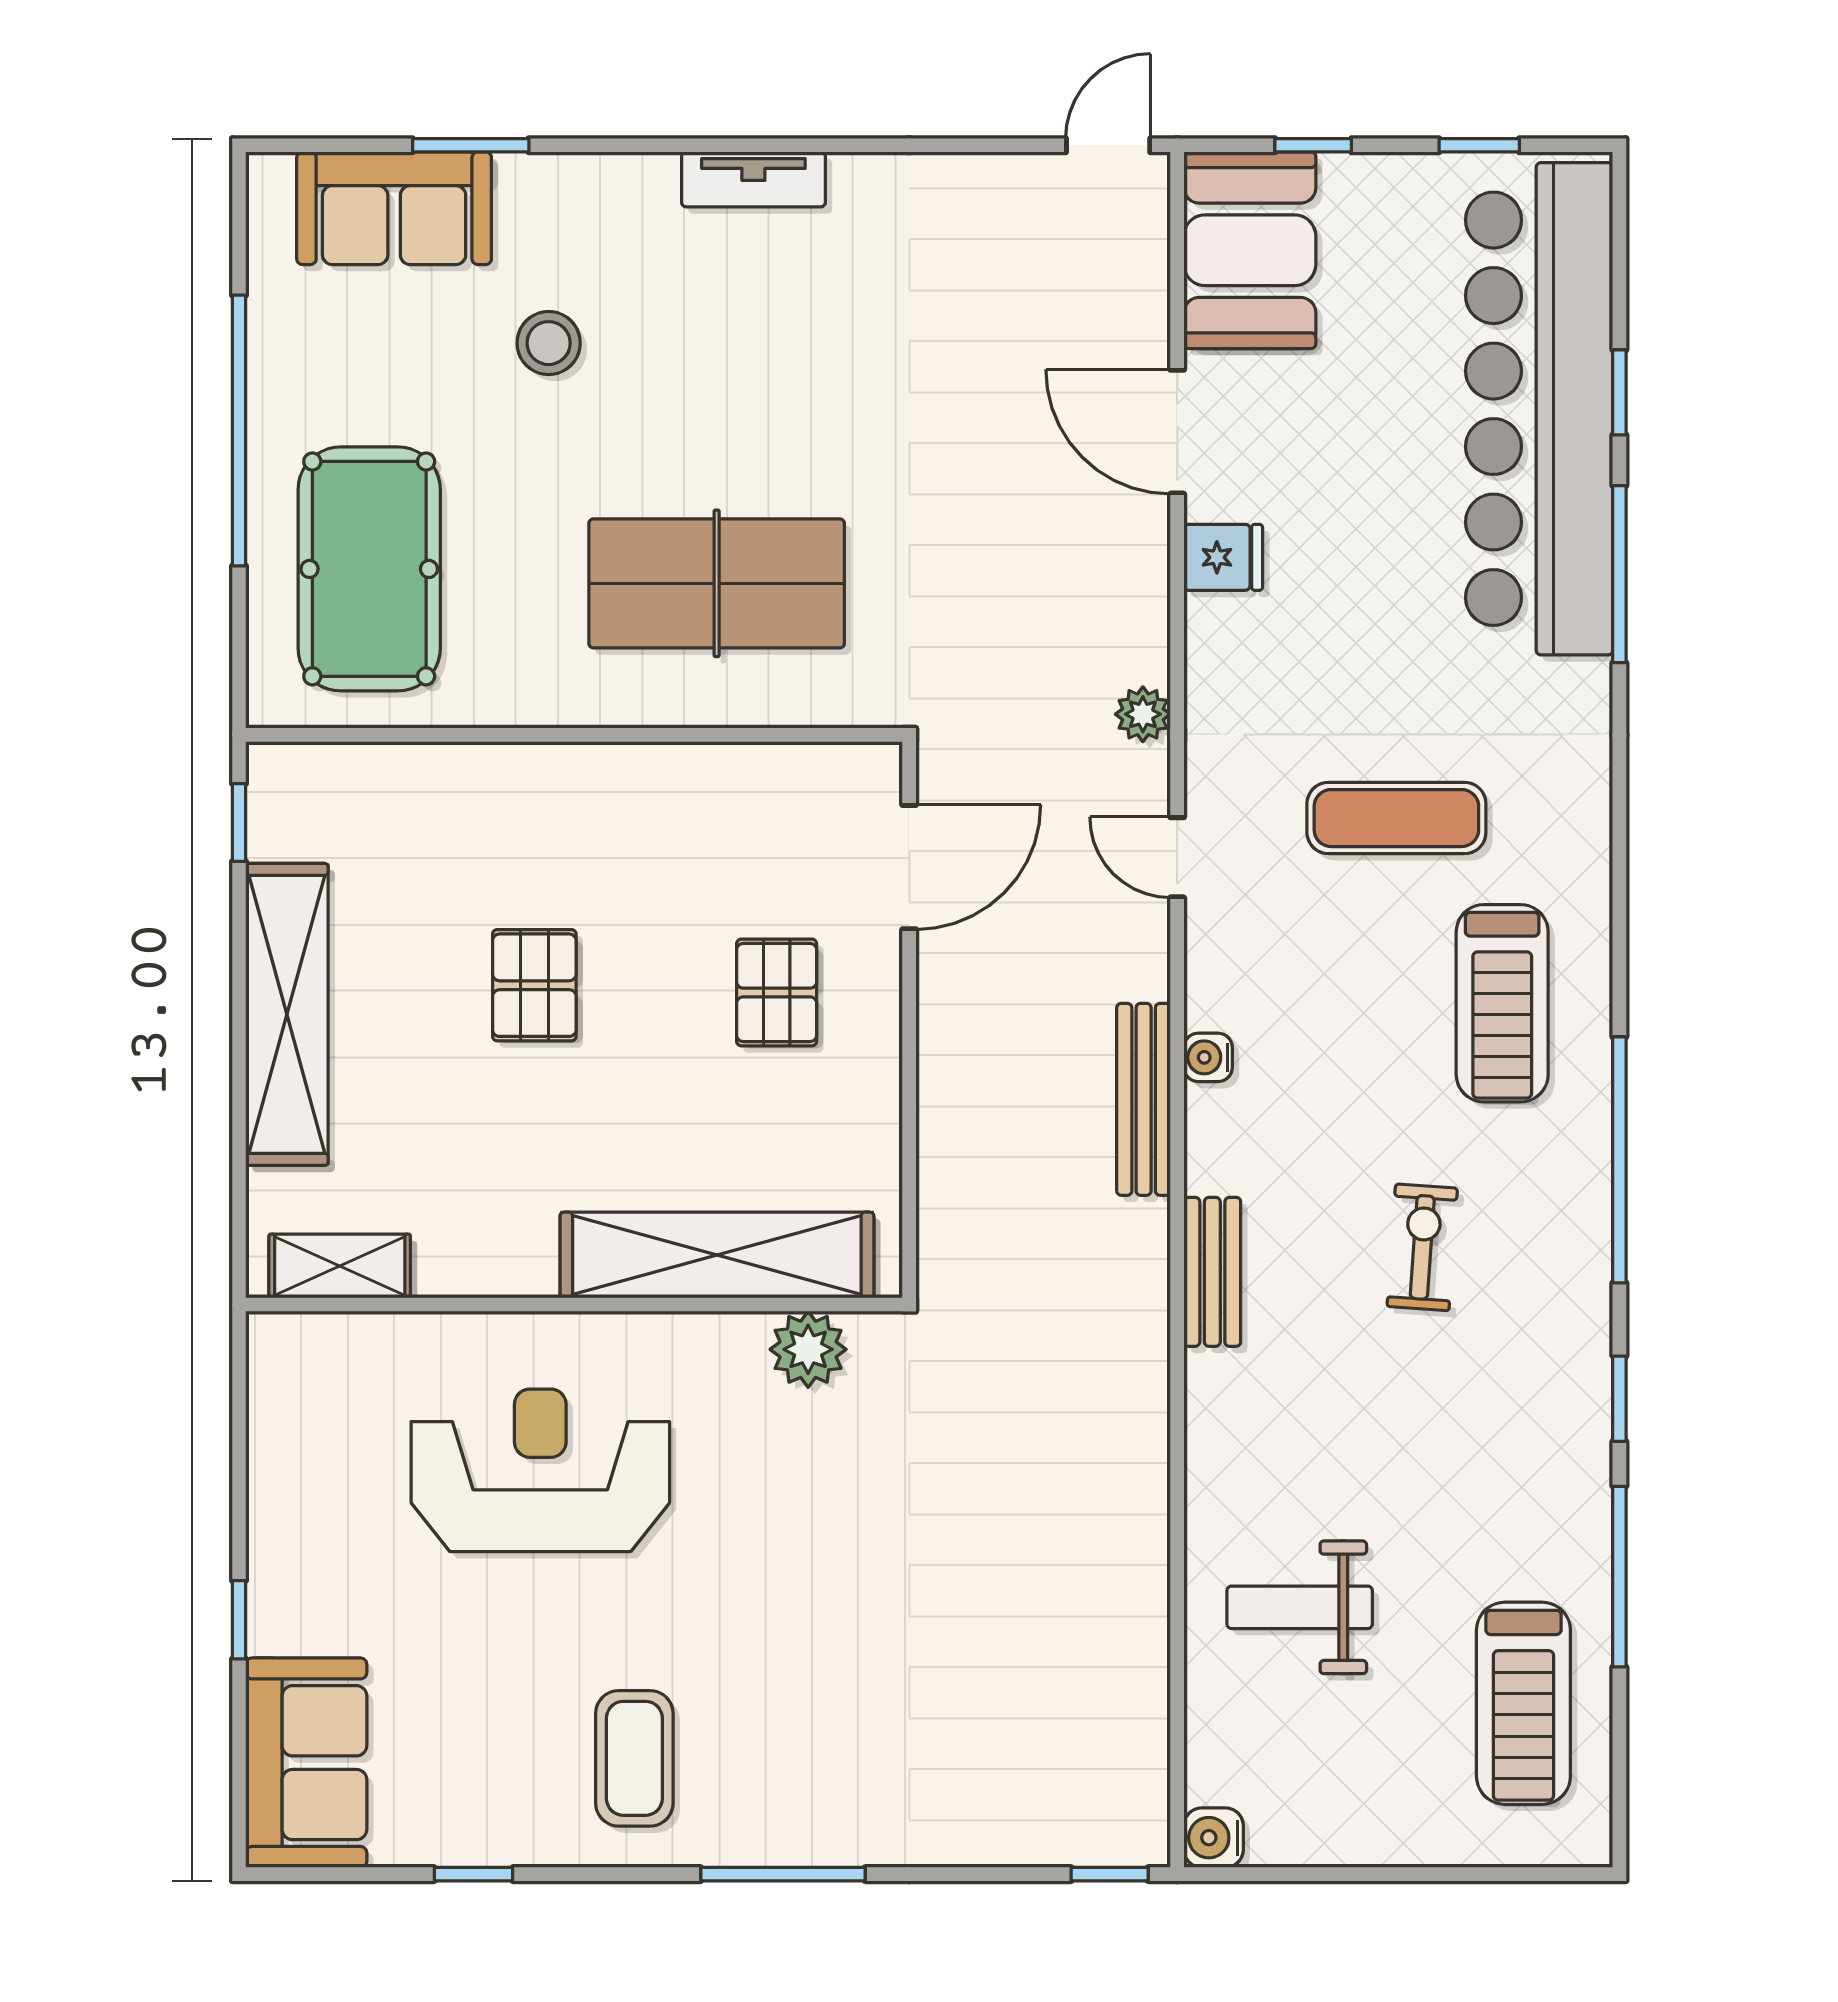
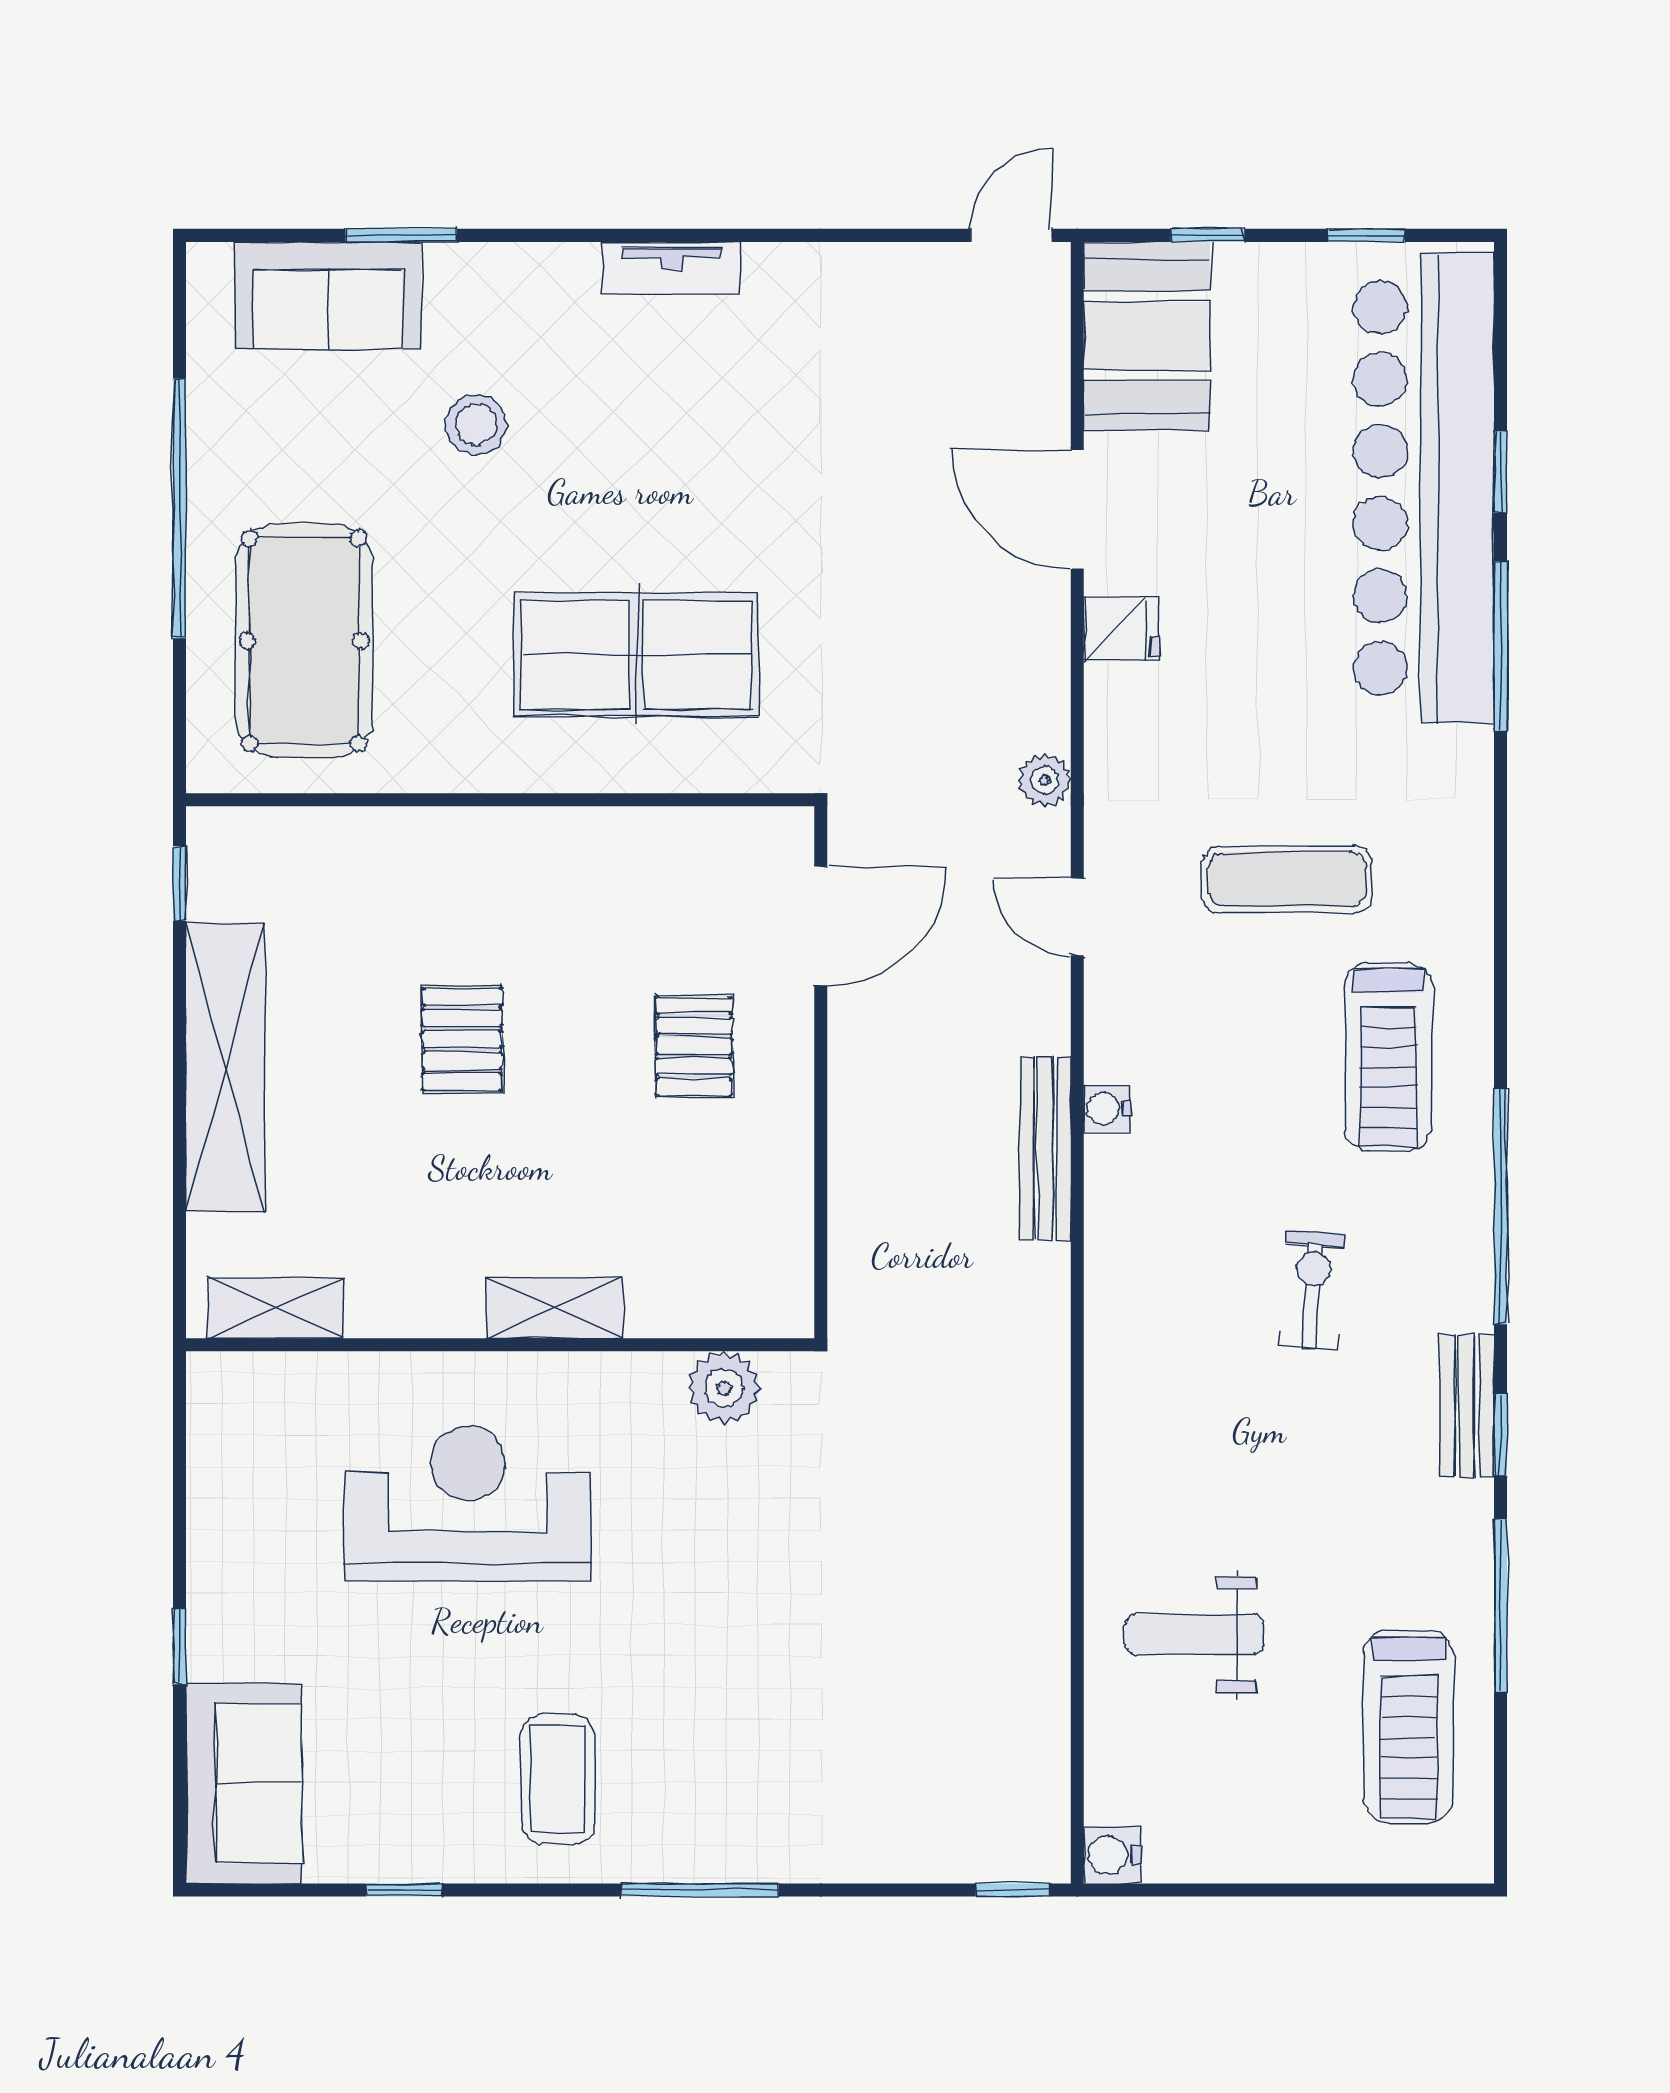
shelving: (717, 1255) -> (555, 1308), width x0.45, depth x0.75
bench: (1212, 1272) -> (1467, 1406), moved

